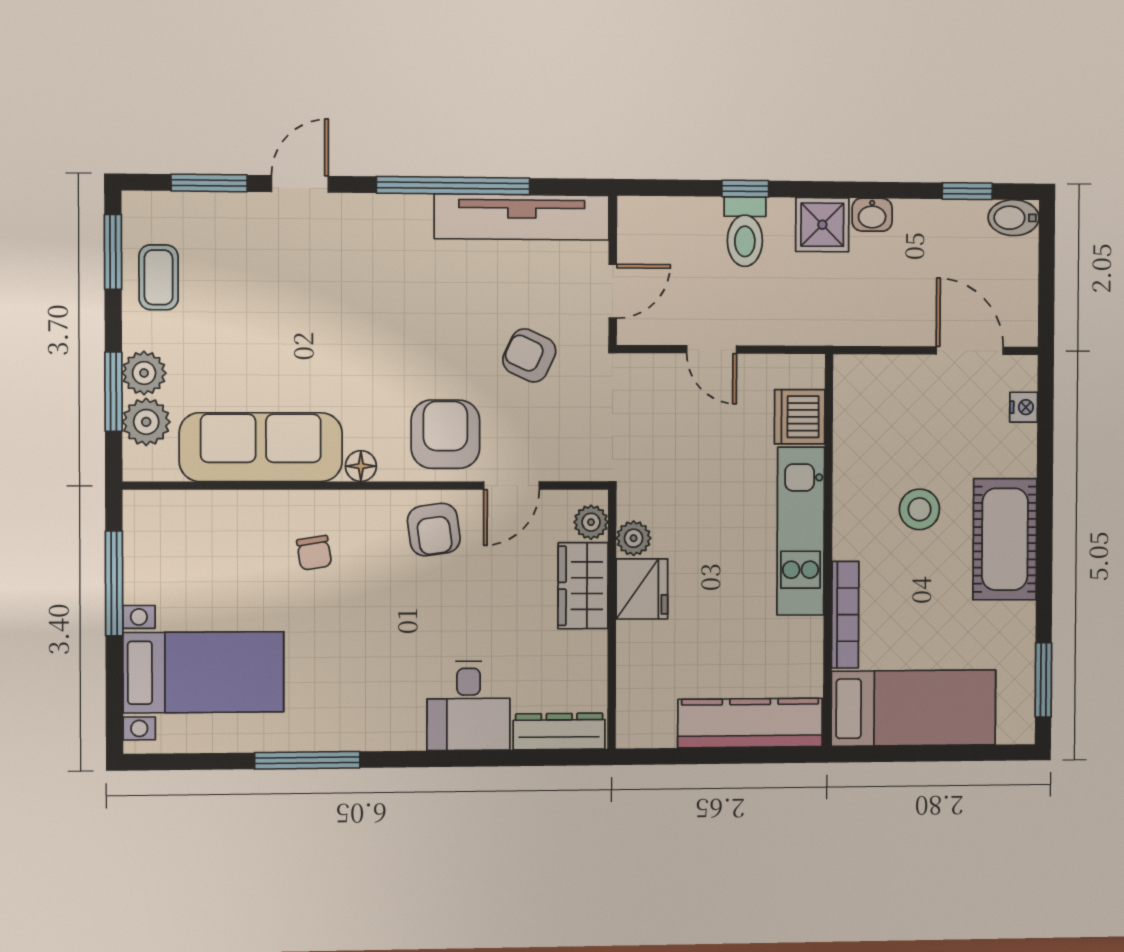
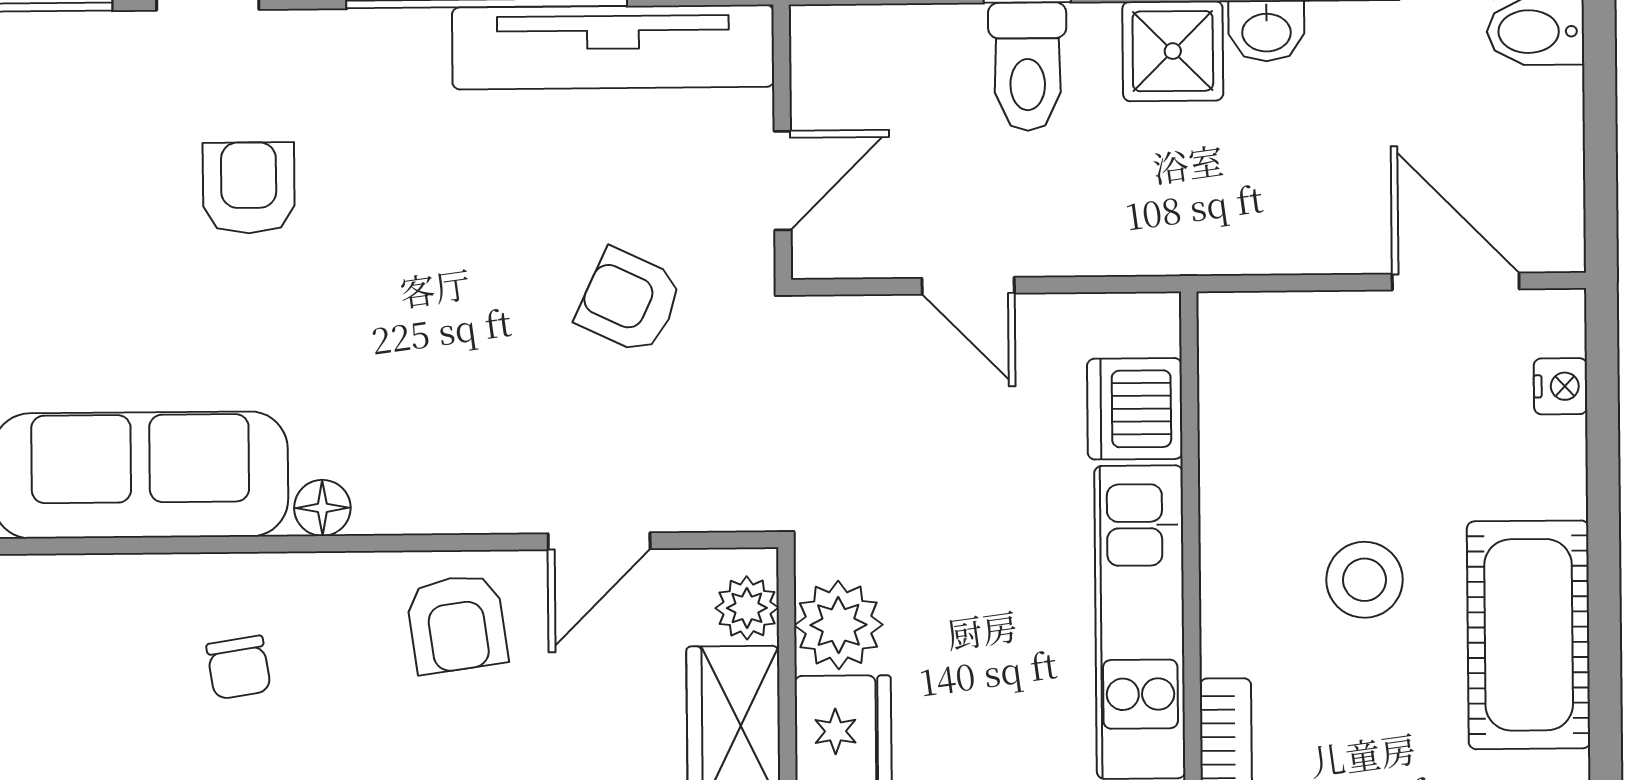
armchair: (445, 434) -> (249, 188), moved, width x0.72, depth x0.72
plant: (634, 538) -> (838, 625), width x1.38, depth x1.38

